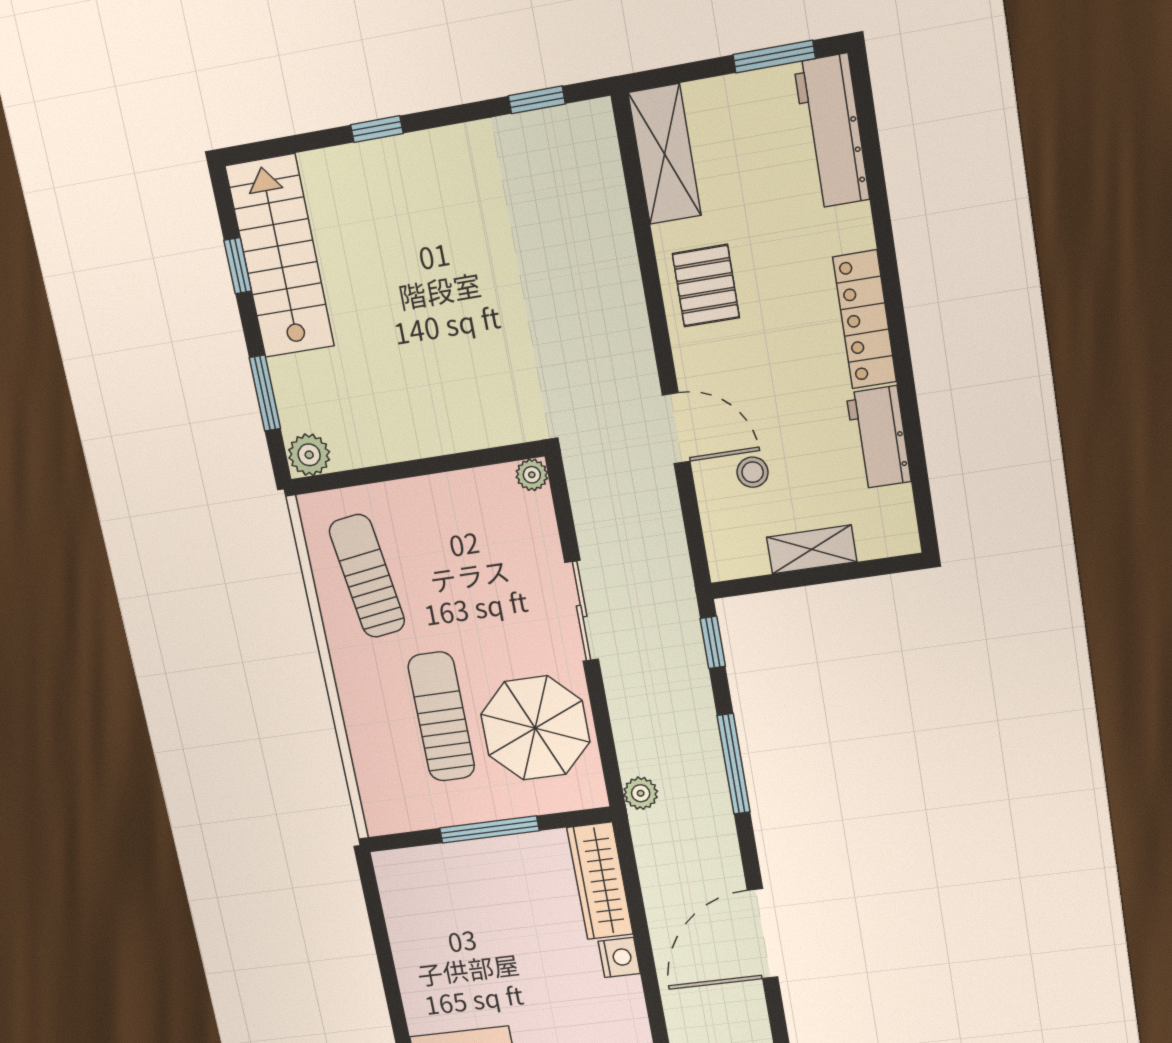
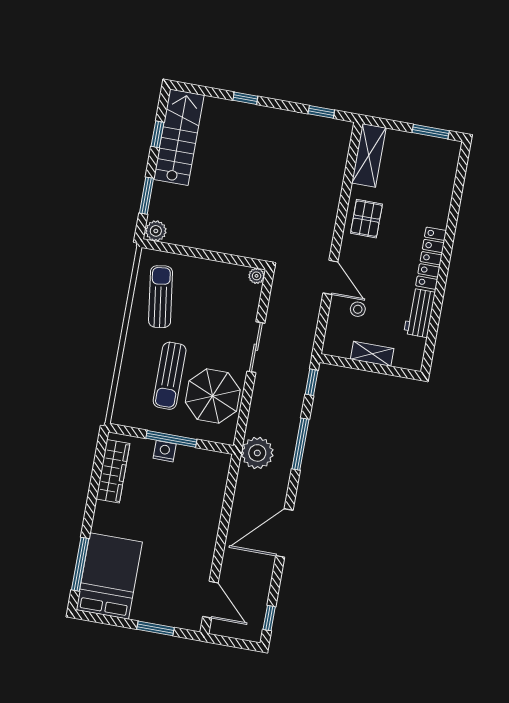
workbench: (832, 131) -> (444, 172), removed
sun lounger: (441, 717) -> (170, 376), turned 180
plant: (641, 793) -> (257, 453), width x1.87, depth x1.87
wardrobe: (600, 881) -> (113, 471), moved, turned 180
nightstand: (619, 957) -> (165, 451), moved, turned -90

